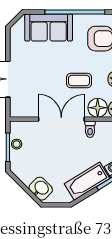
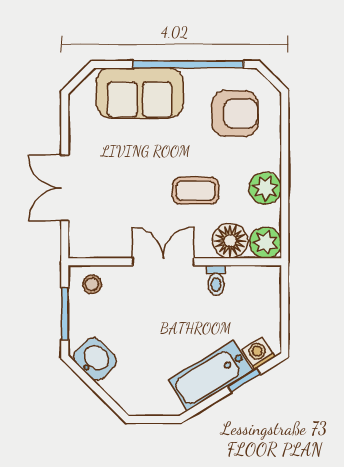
double door: (61, 119) -> (163, 262), width x0.73
stool: (17, 144) -> (92, 284), moved
washbasin: (41, 189) -> (95, 359), moved

